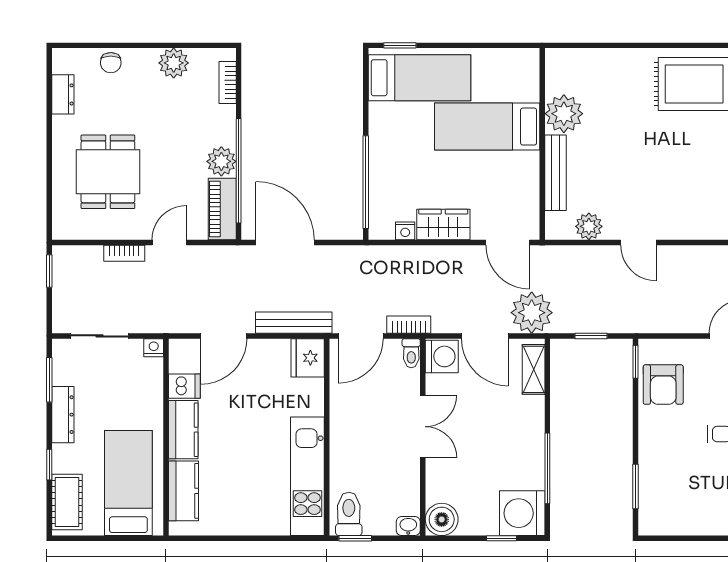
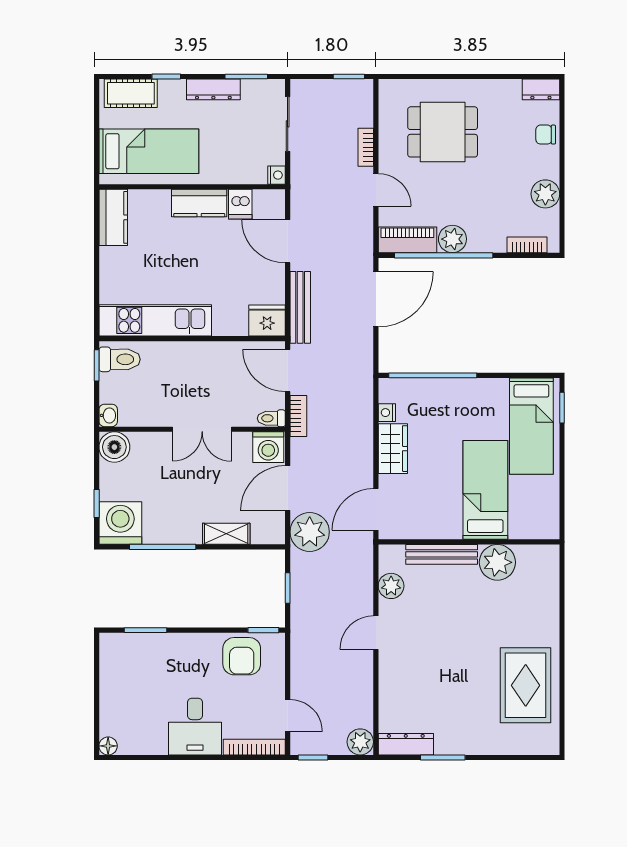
dresser: (63, 94) -> (541, 89), moved
shelving: (534, 369) -> (226, 534), moved
armchair: (663, 385) -> (242, 656), turned -90
kitchen counter: (184, 491) -> (113, 217), moved, turned -90

